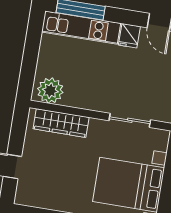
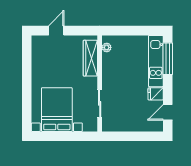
plant: (50, 91) -> (107, 47), width x0.53, depth x0.53

